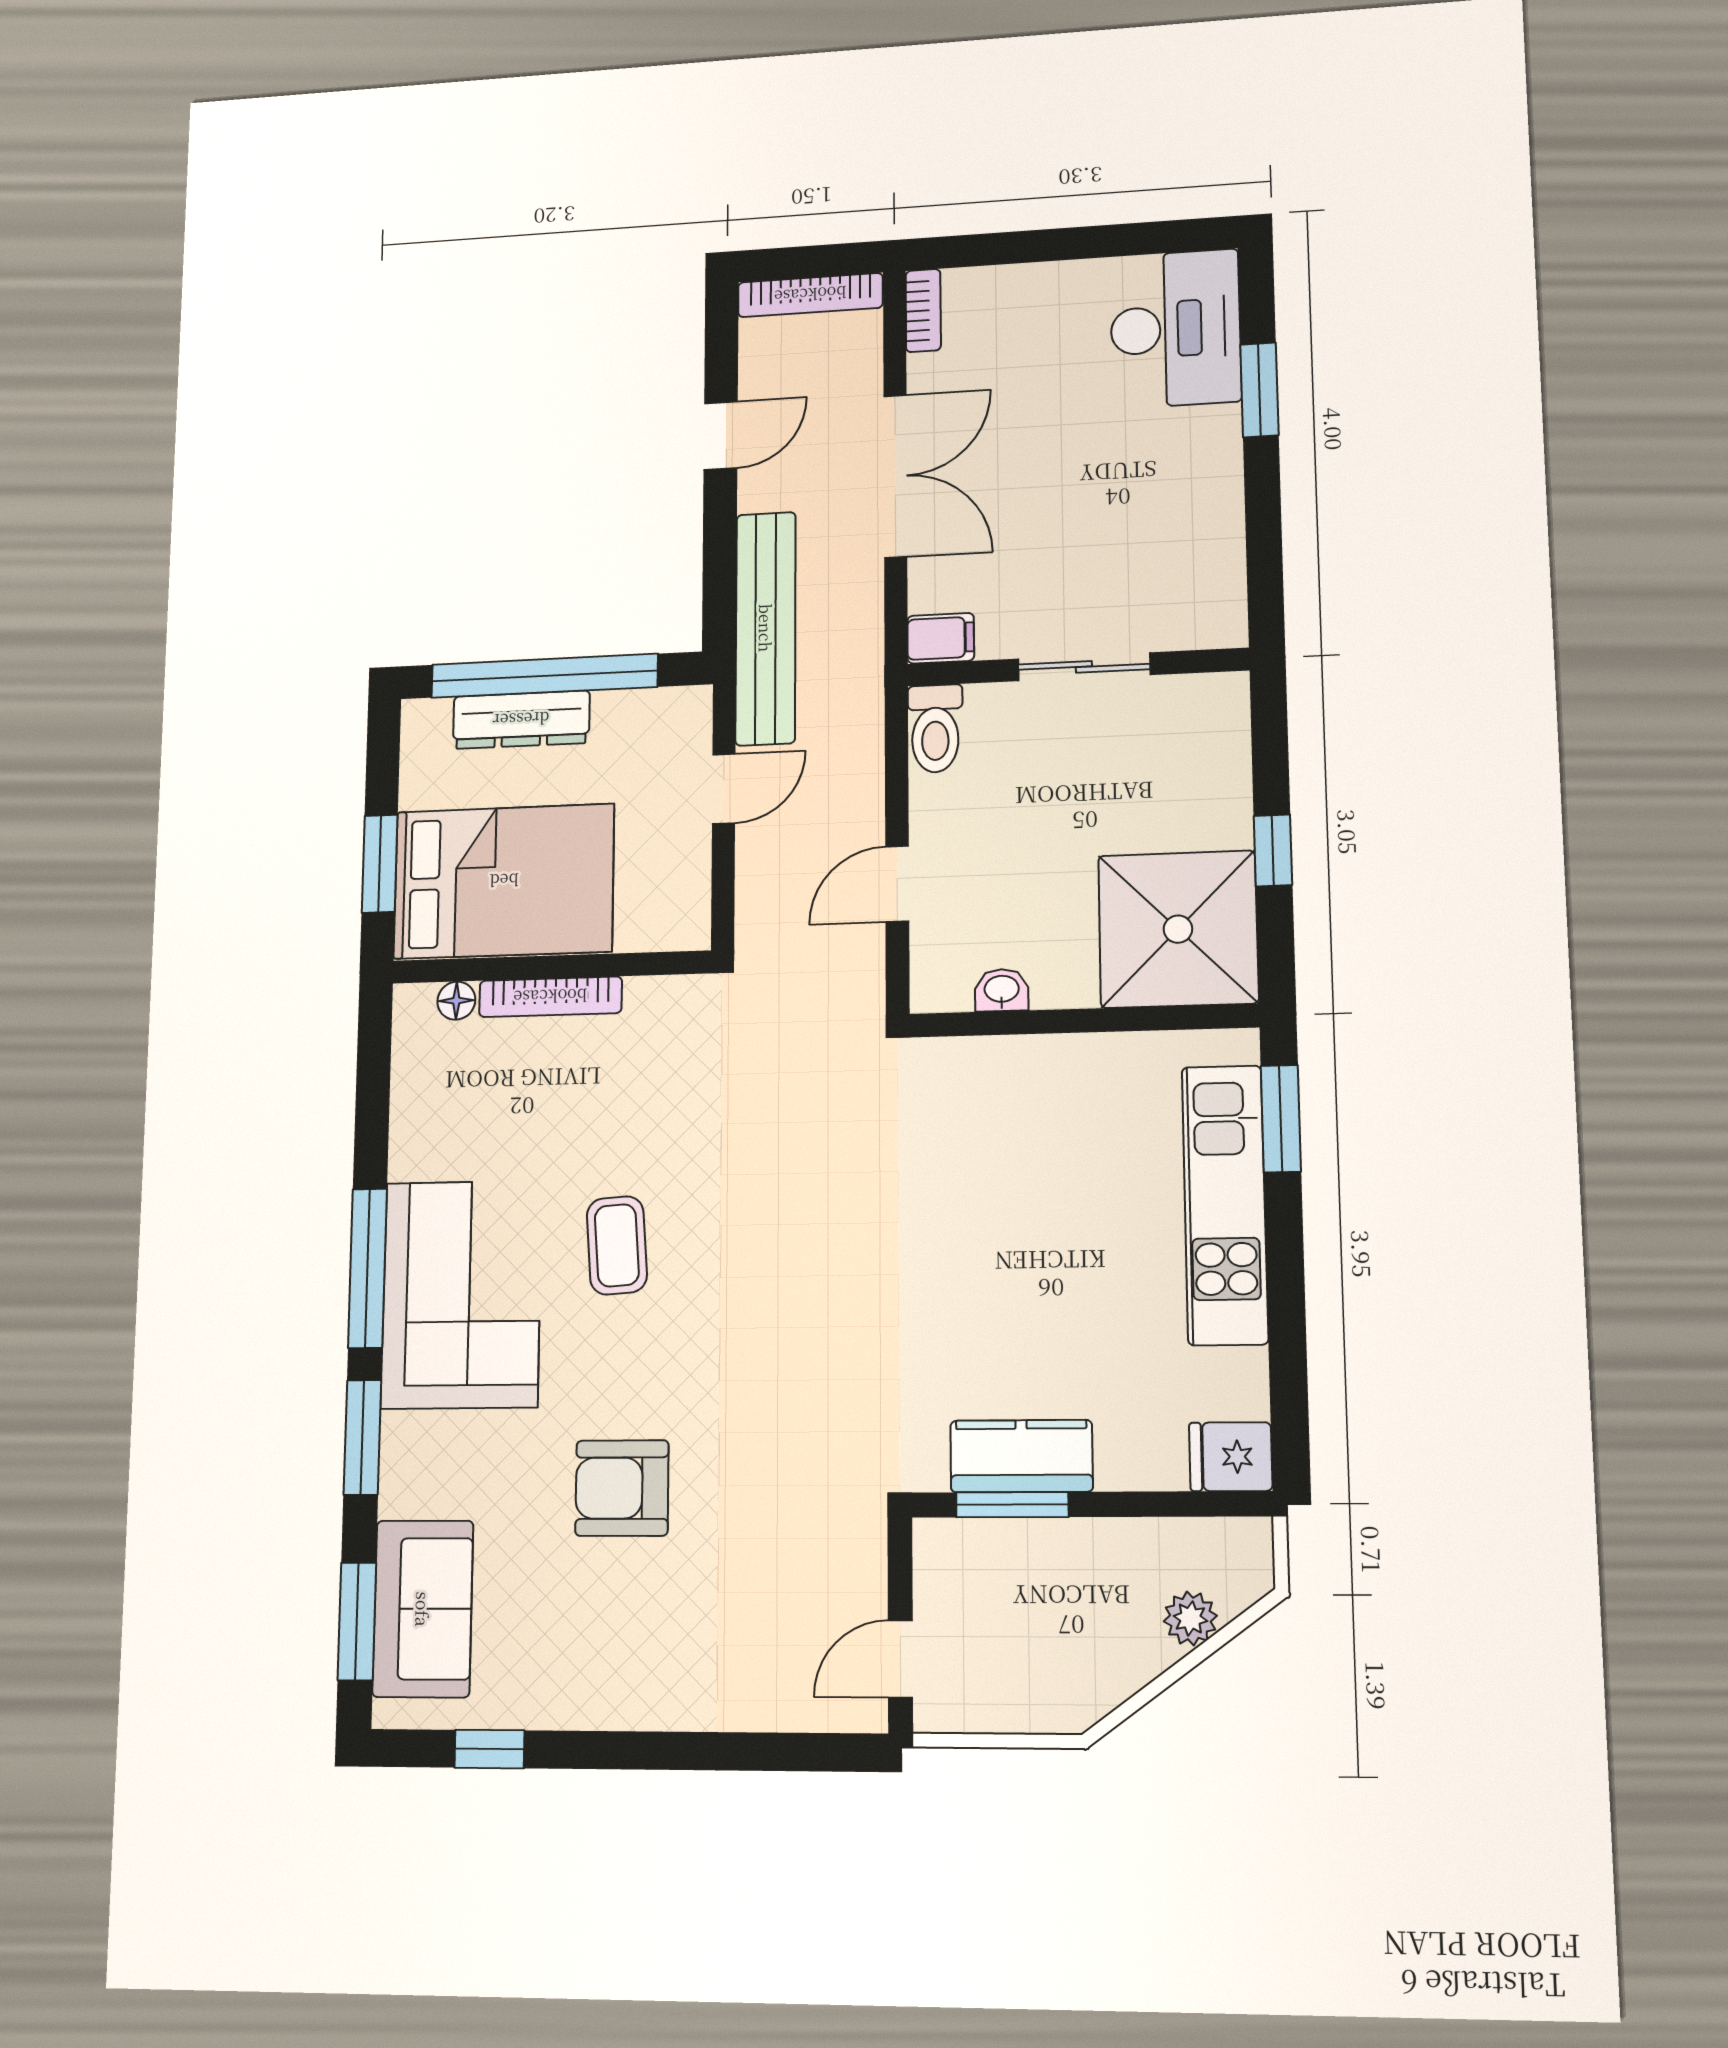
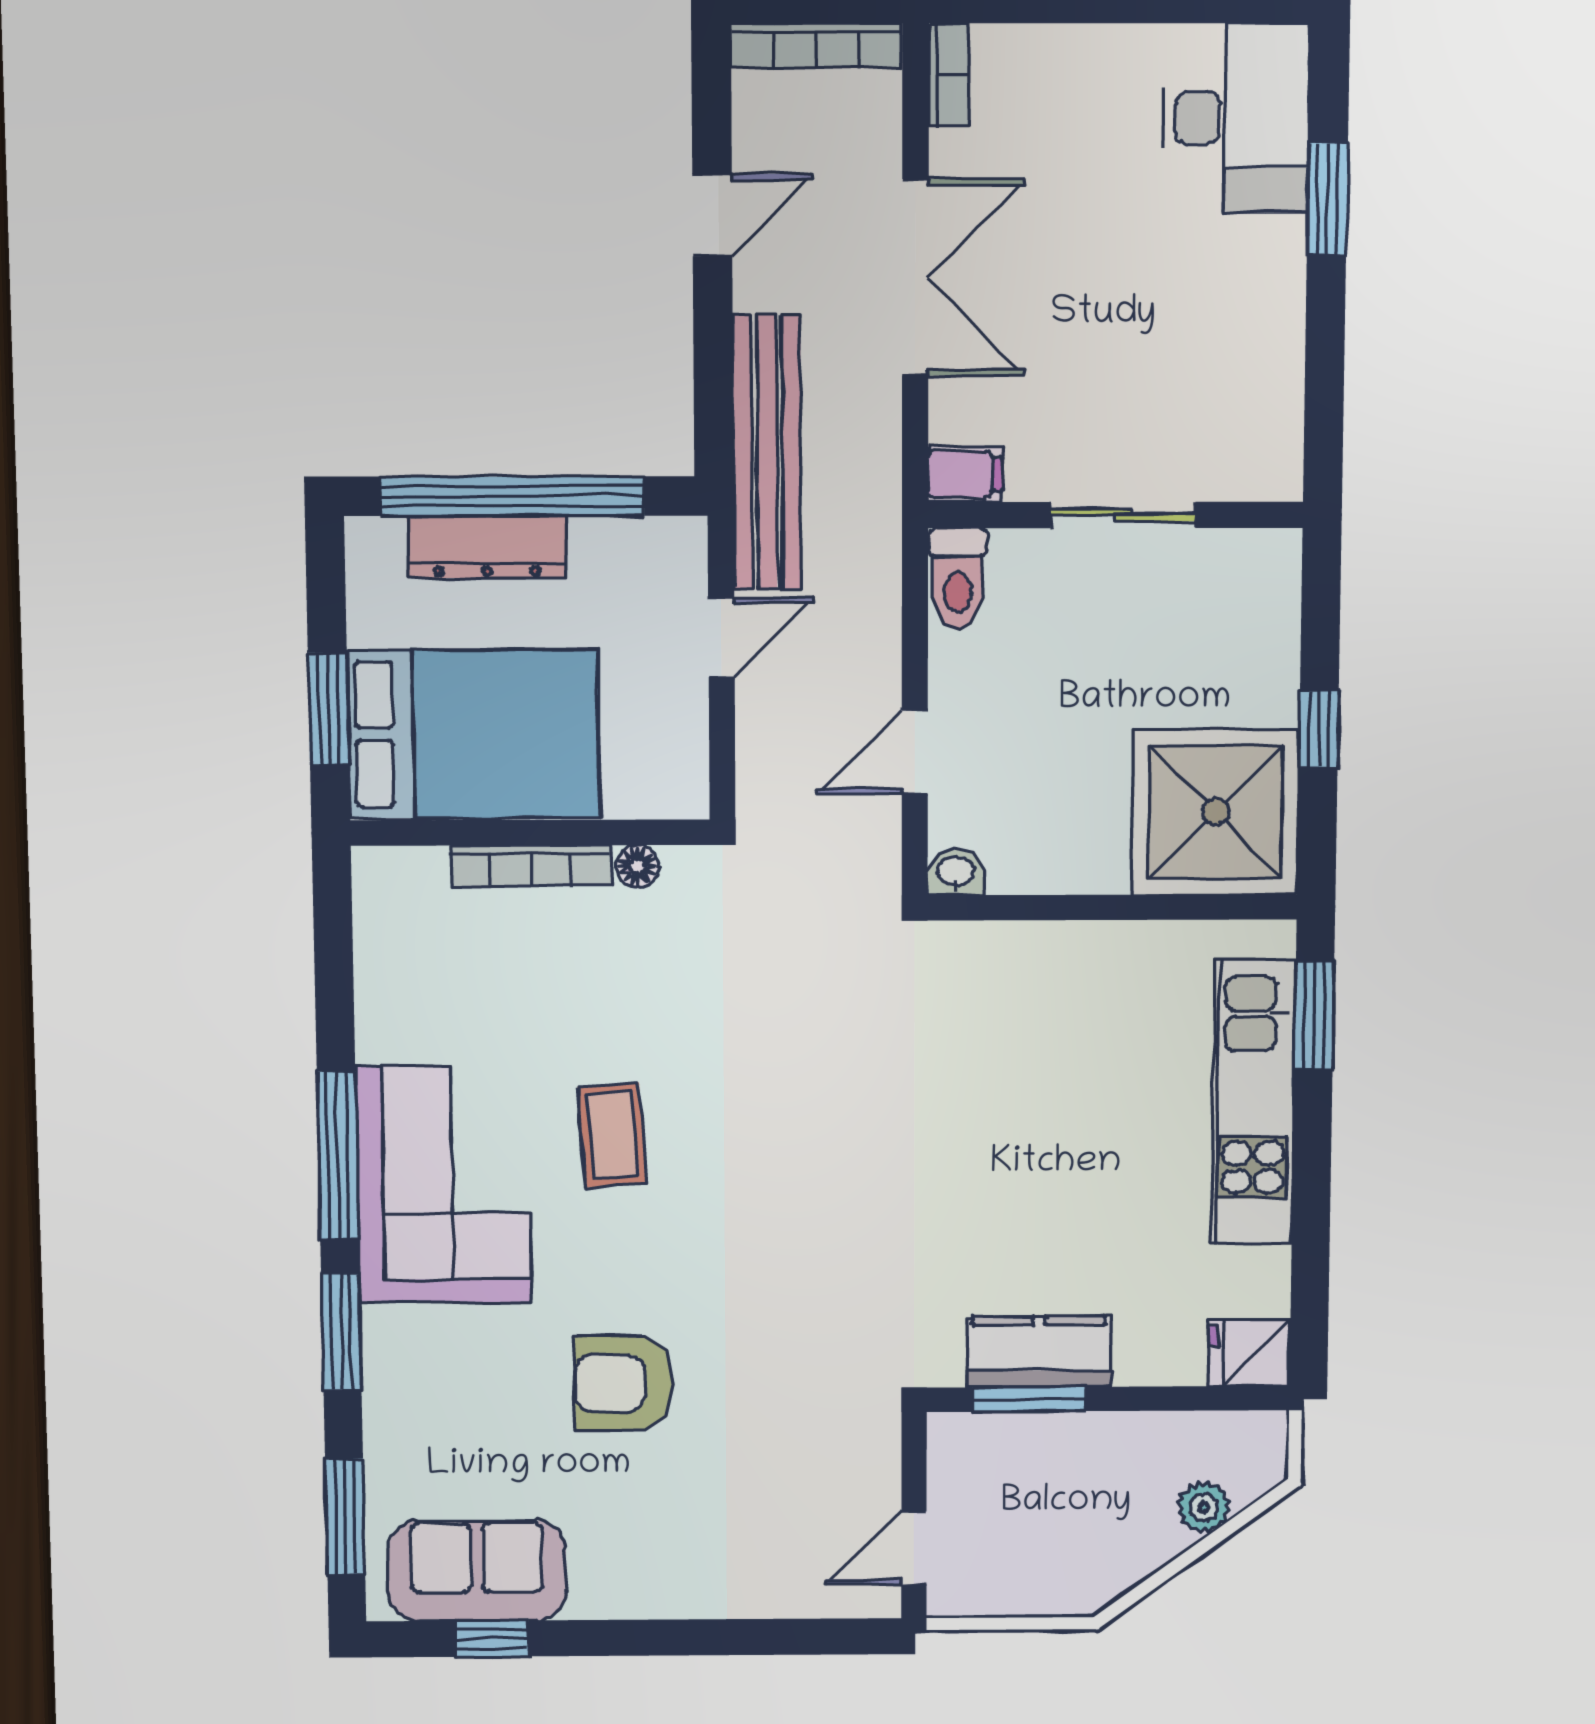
washbasin: (1002, 990) -> (956, 872), moved
floor lamp: (456, 1001) -> (638, 866), moved
sofa: (423, 1609) -> (477, 1571), moved, turned -90

